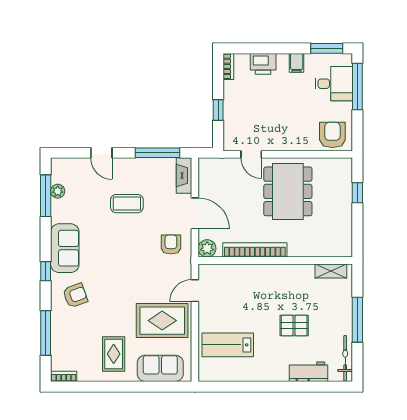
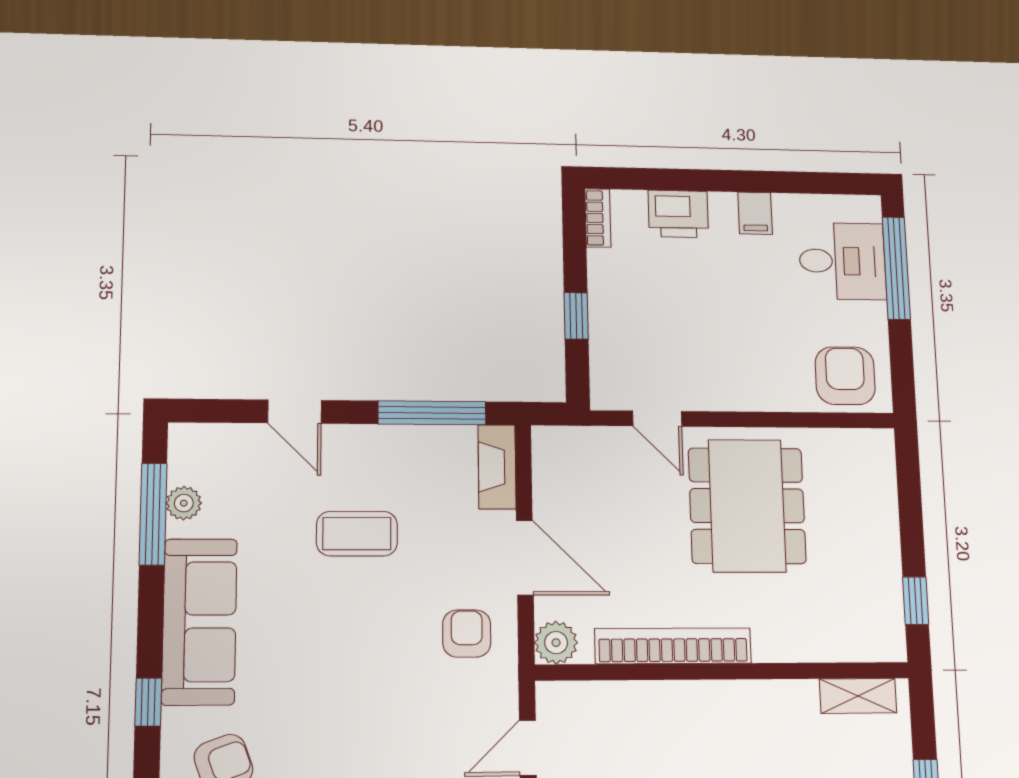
window: (327, 48) -> (822, 183), removed
window: (357, 193) -> (916, 601), moved
sofa: (65, 248) -> (199, 622), width x1.36

